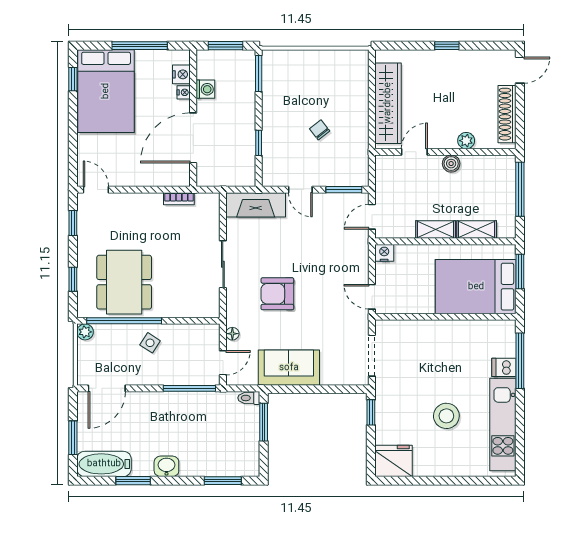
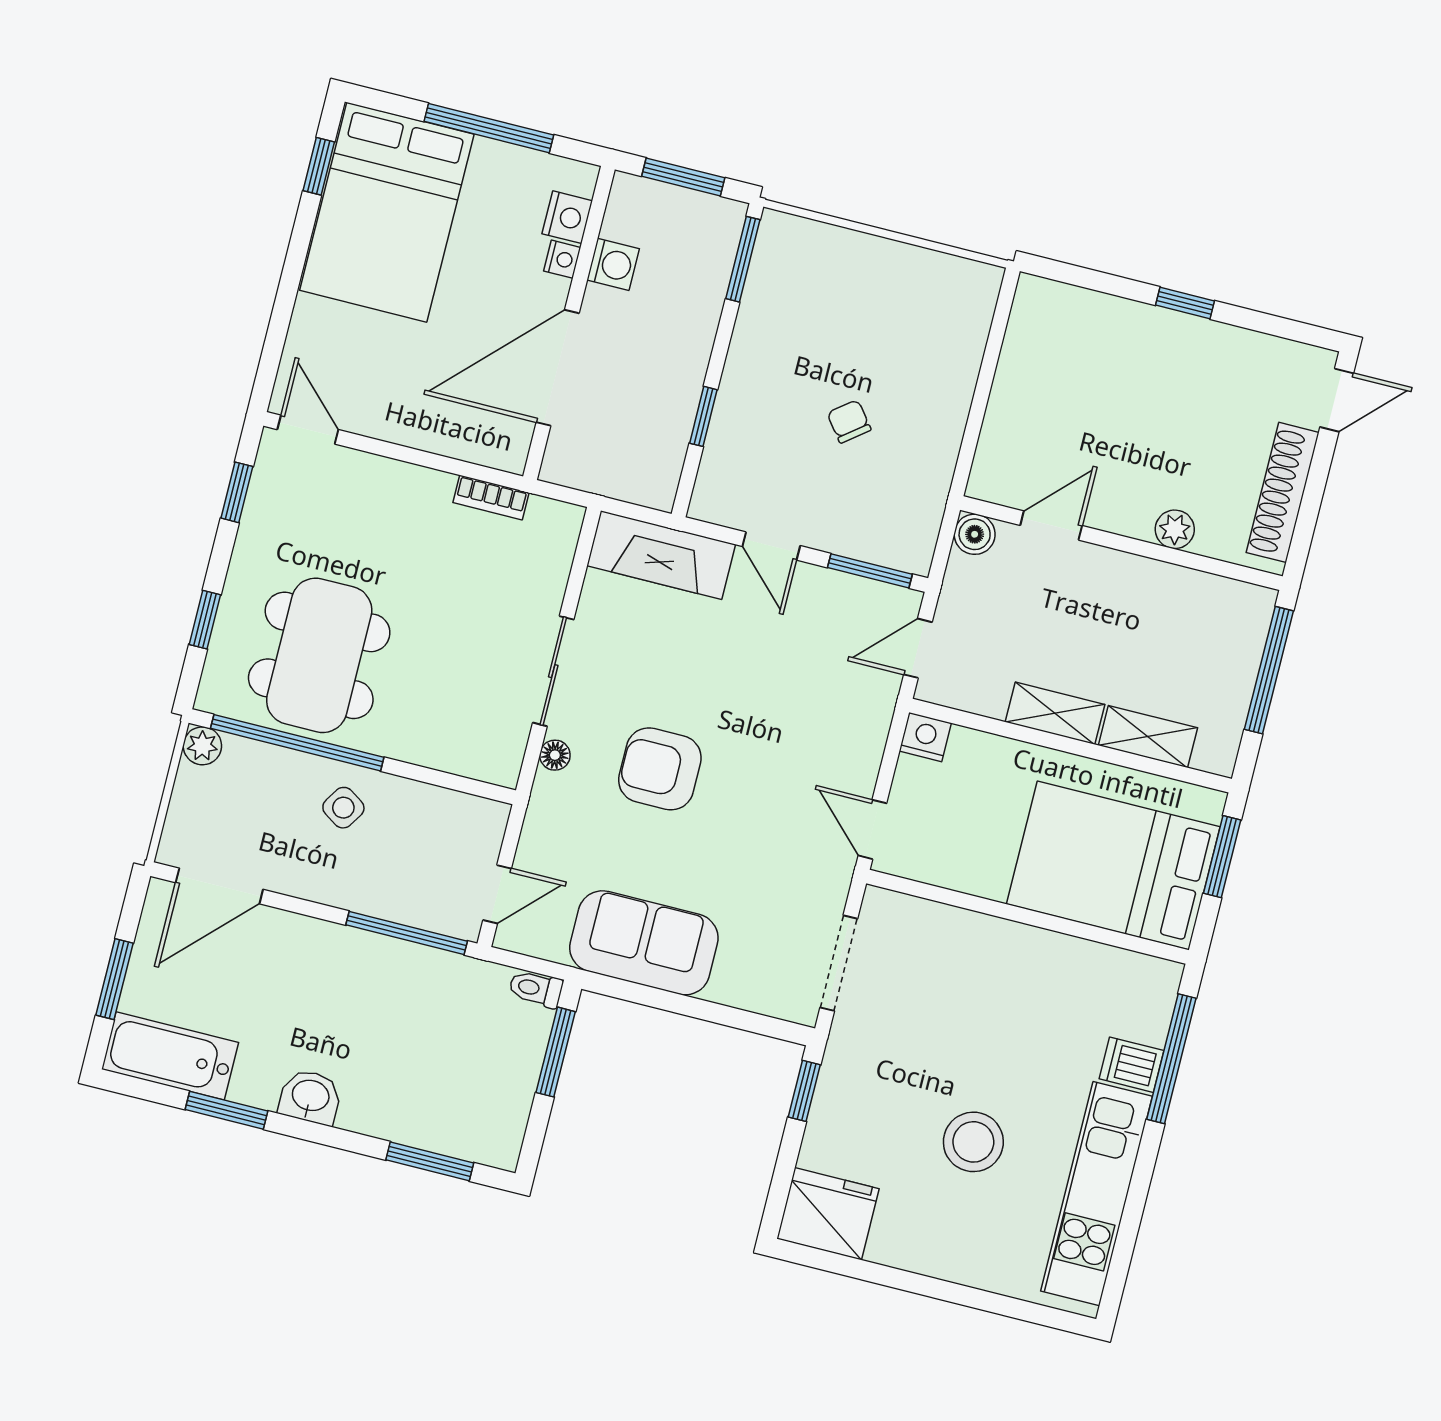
wardrobe: (388, 103) -> (1019, 400), removed
boiler: (451, 164) -> (975, 534), moved
floor lamp: (232, 334) -> (555, 755), moved

